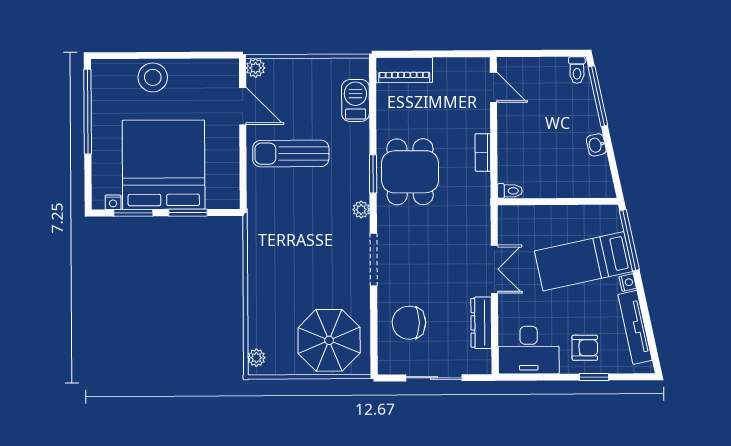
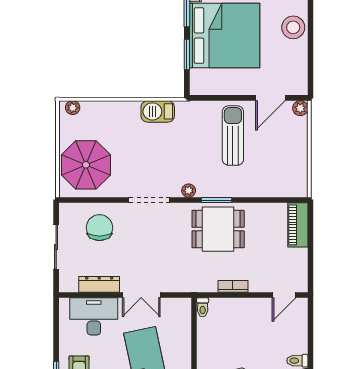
barbecue: (355, 100) -> (158, 111), moved, turned 180
desk: (529, 350) -> (94, 316), moved, turned 90

